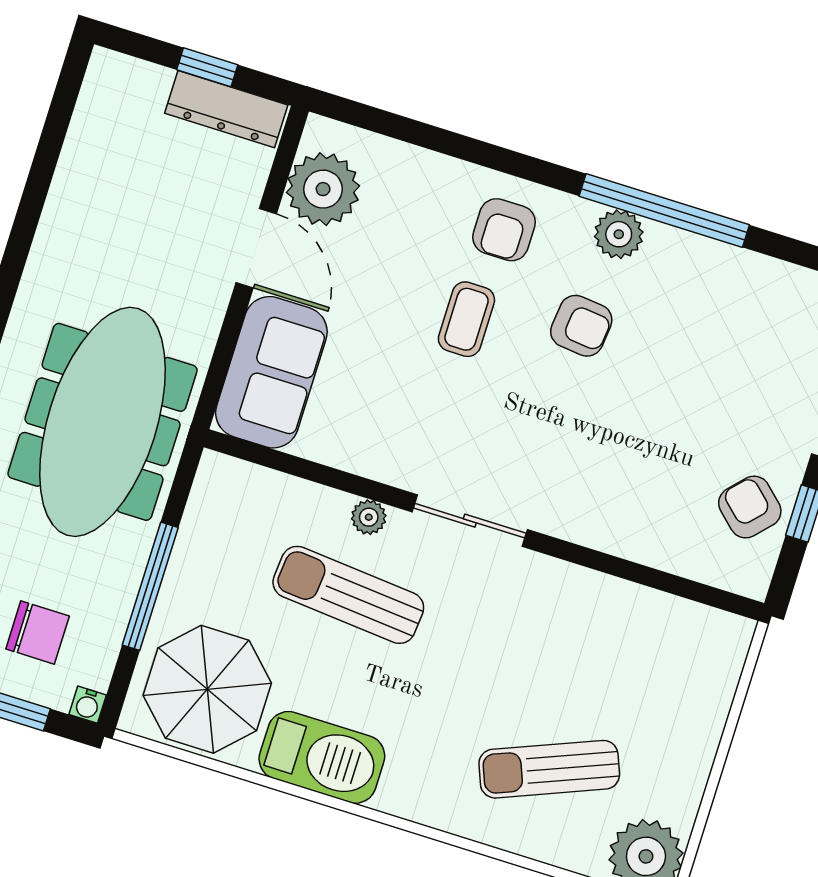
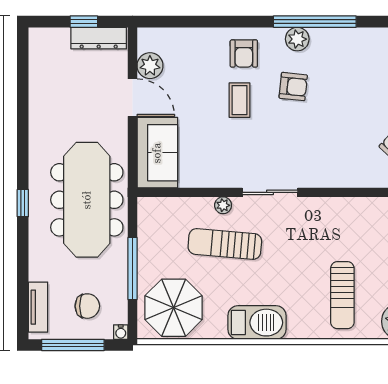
plant: (323, 189) -> (150, 66), width x0.73, depth x0.73
barbecue: (322, 757) -> (257, 323), moved
sun lounger: (549, 769) -> (342, 295), turned -68

